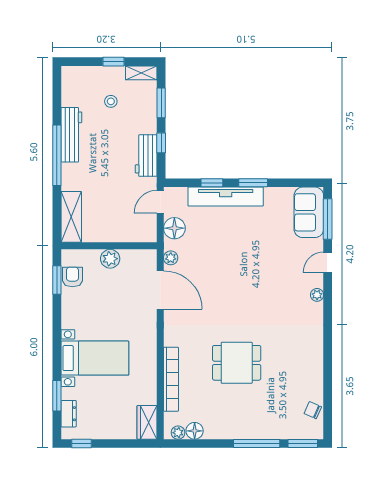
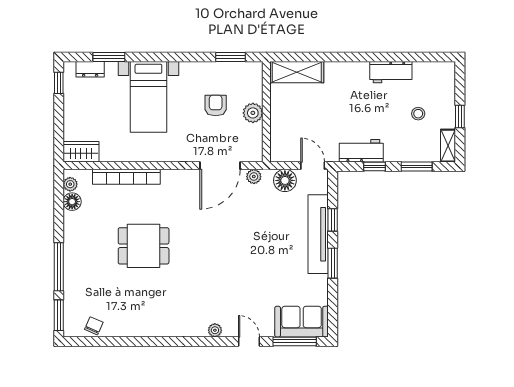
workbench: (71, 135) -> (391, 72), width x0.73
window: (57, 155) -> (362, 57), removed
armchair: (72, 277) -> (216, 105), moved, turned -90
dining table: (237, 363) -> (144, 246), turned 90

